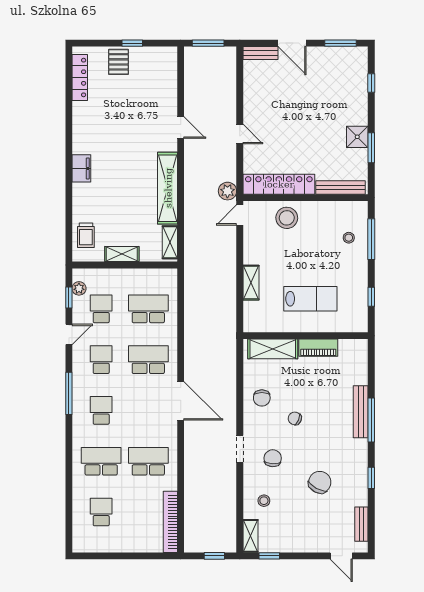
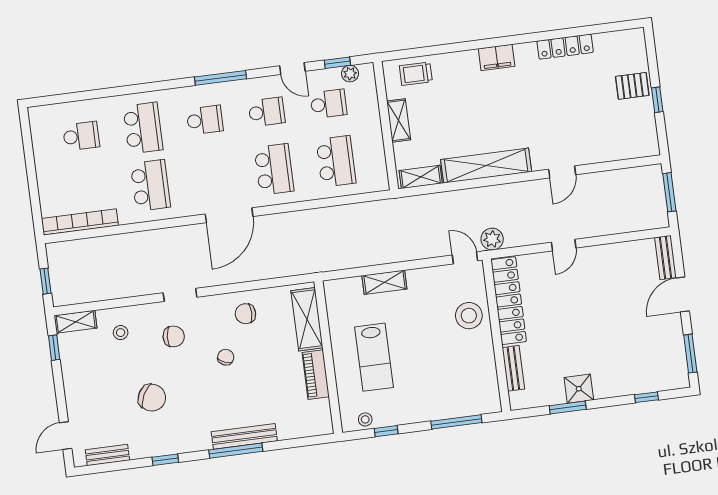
locker: (80, 78) -> (565, 47), moved
bench: (340, 187) -> (513, 368), width x0.73
stool: (349, 238) -> (365, 419), moved

